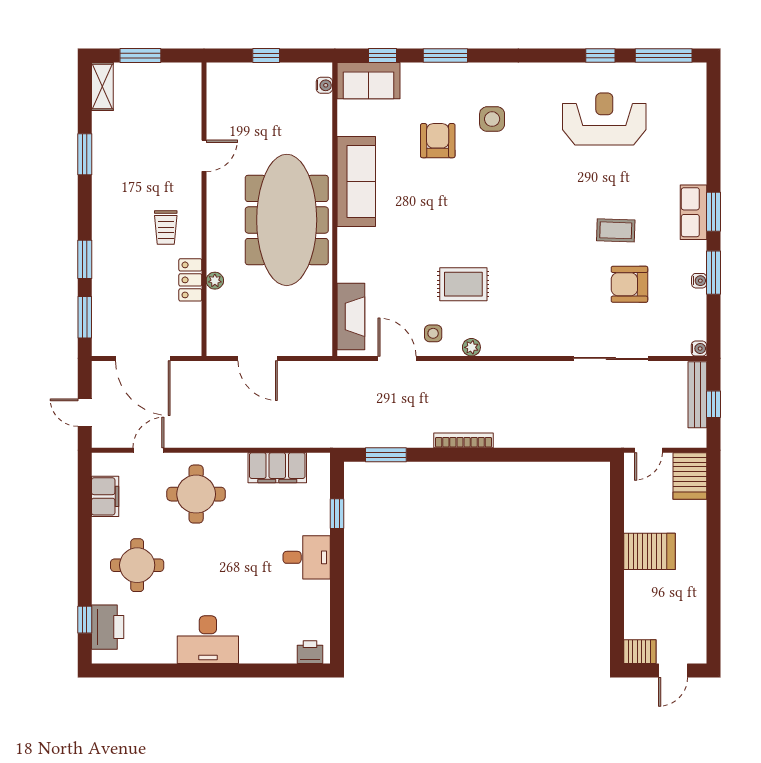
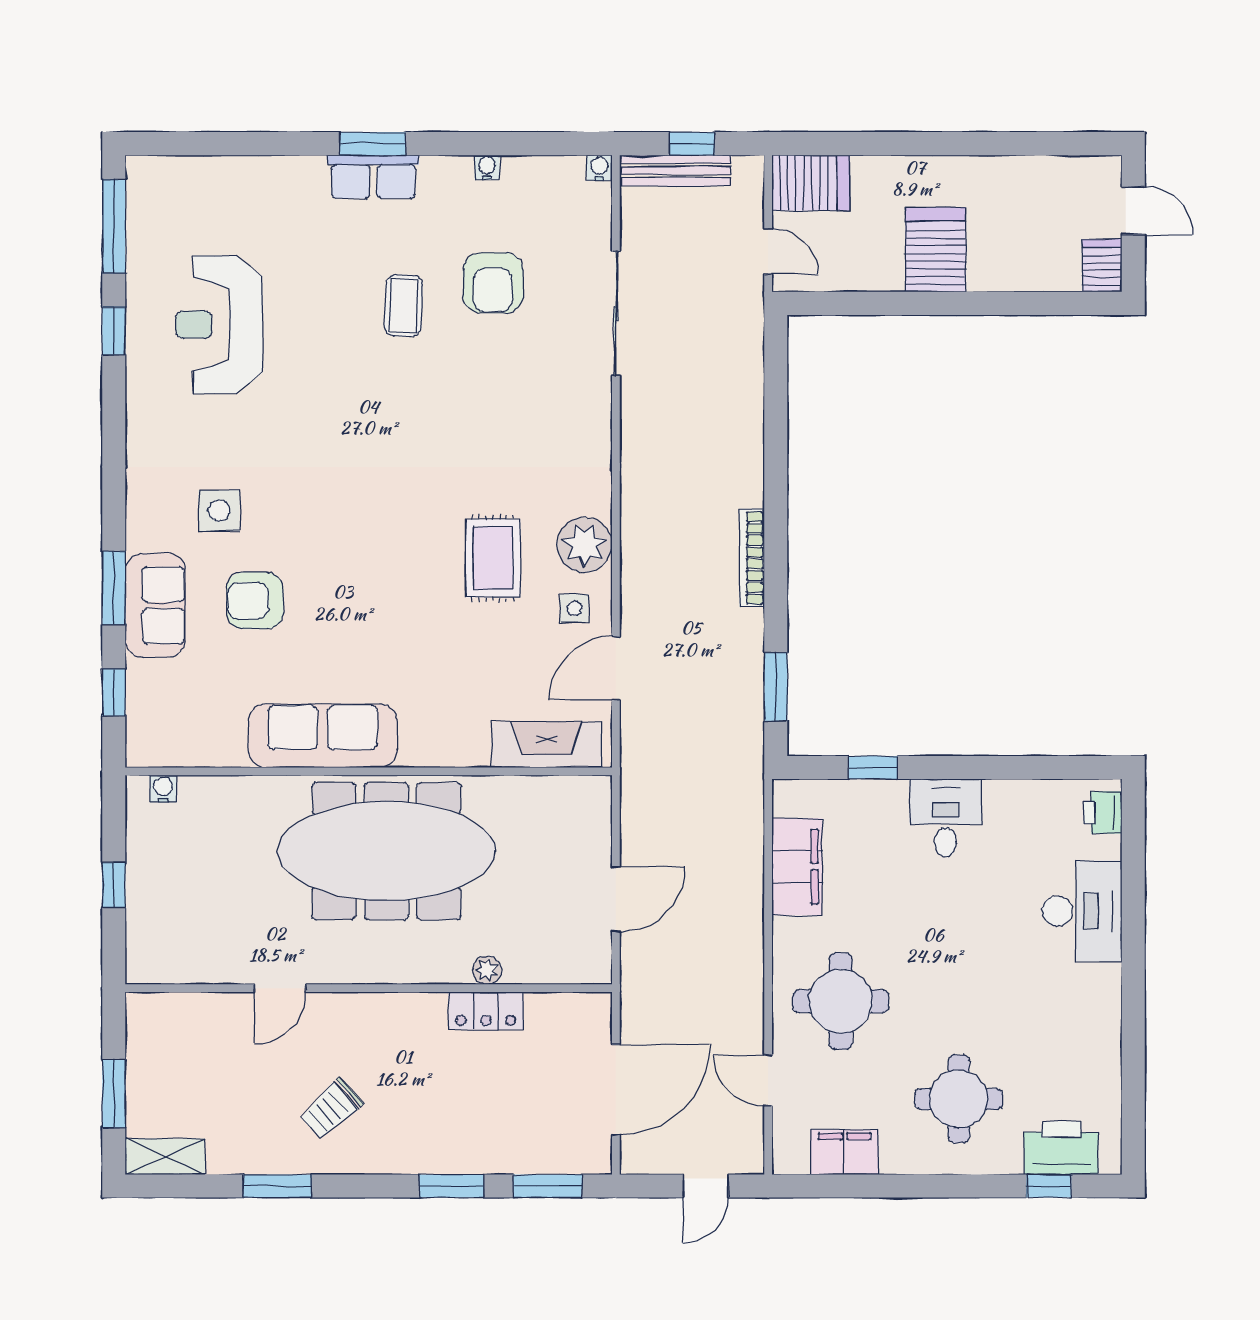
sofa: (369, 81) -> (155, 605), moved
door: (204, 156) -> (280, 988), swing flipped
trolley: (166, 228) -> (331, 1109), moved, turned 137
window: (713, 273) -> (474, 144), removed
plant: (471, 347) -> (584, 545), width x1.88, depth x1.88
desk: (208, 640) -> (1082, 911), moved

